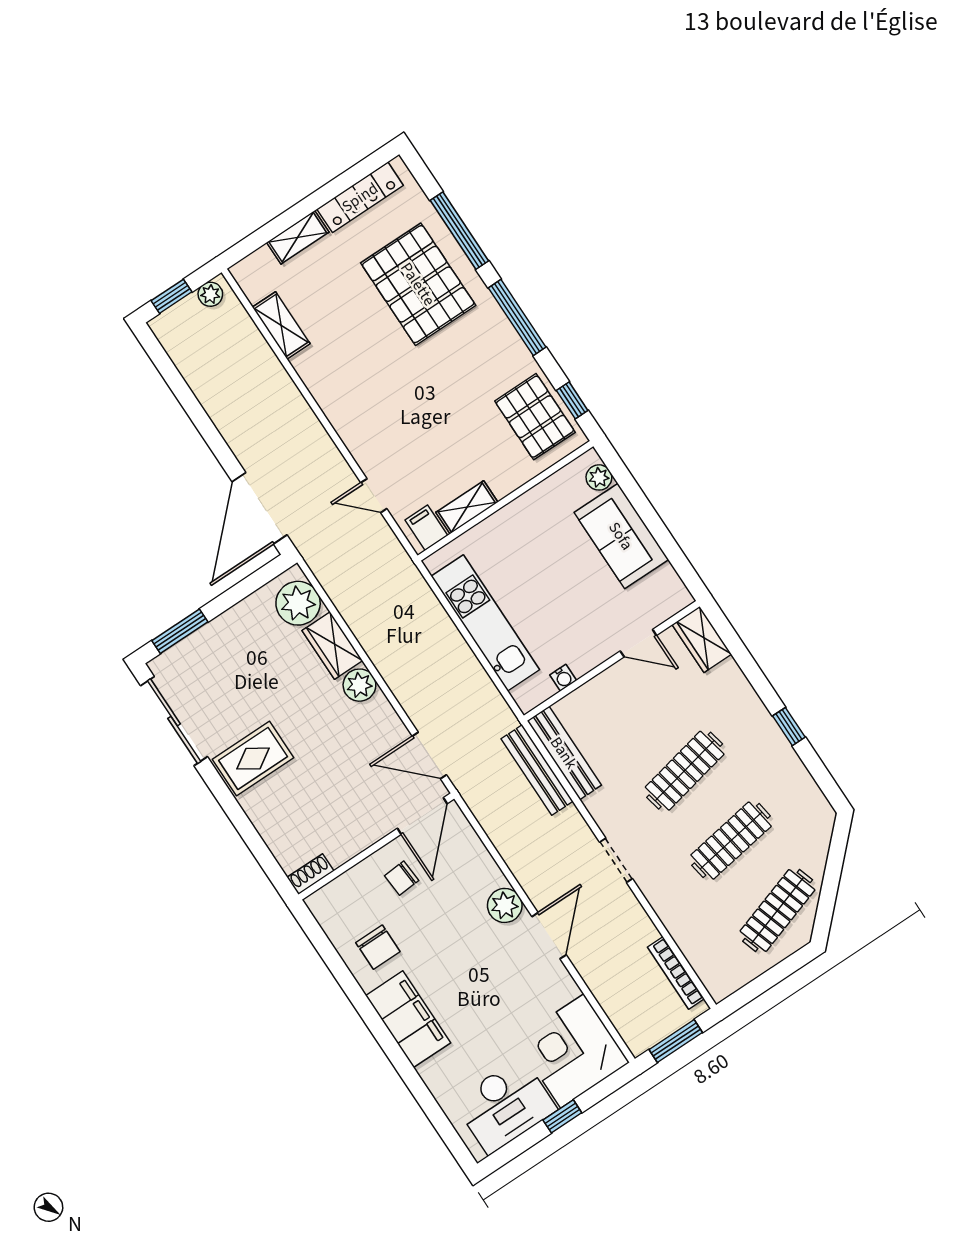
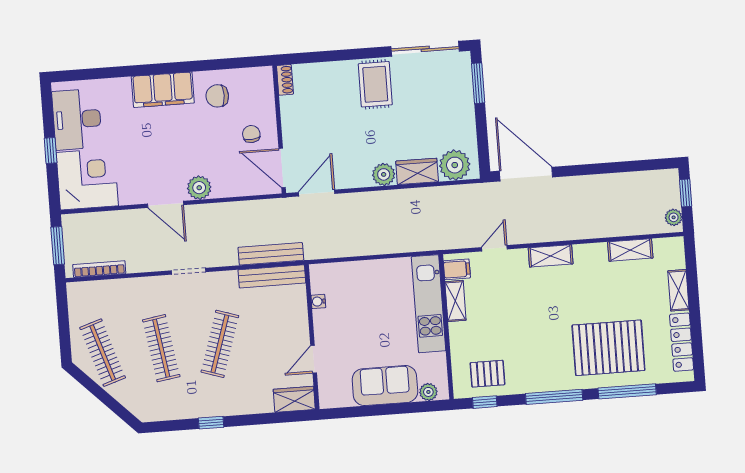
pallet: (535, 417) -> (487, 374), width x0.67, depth x0.71
shelving: (344, 420) -> (551, 256), added
kitchen unit: (485, 623) -> (429, 304), moved, turned 90
clothes rail: (685, 771) -> (220, 344), turned 30

